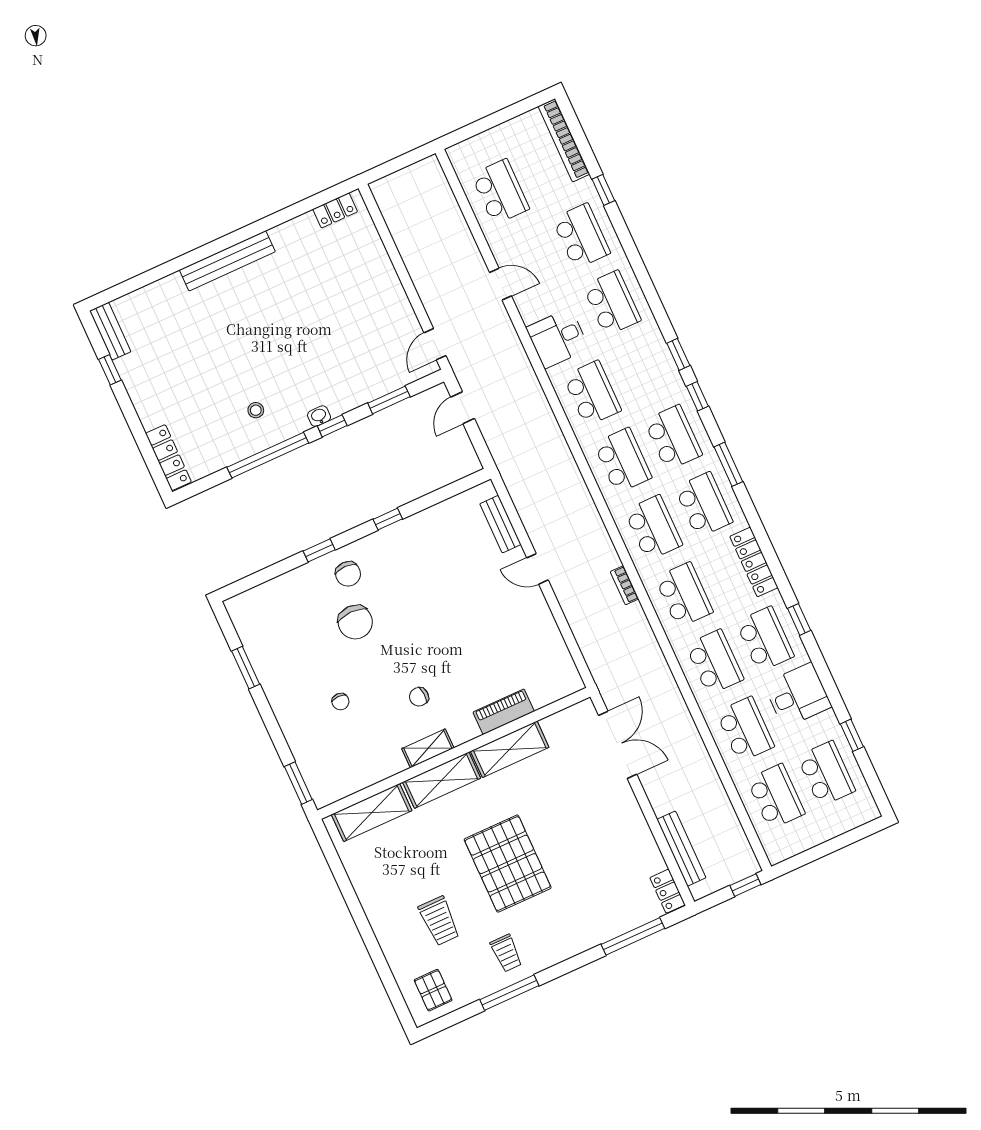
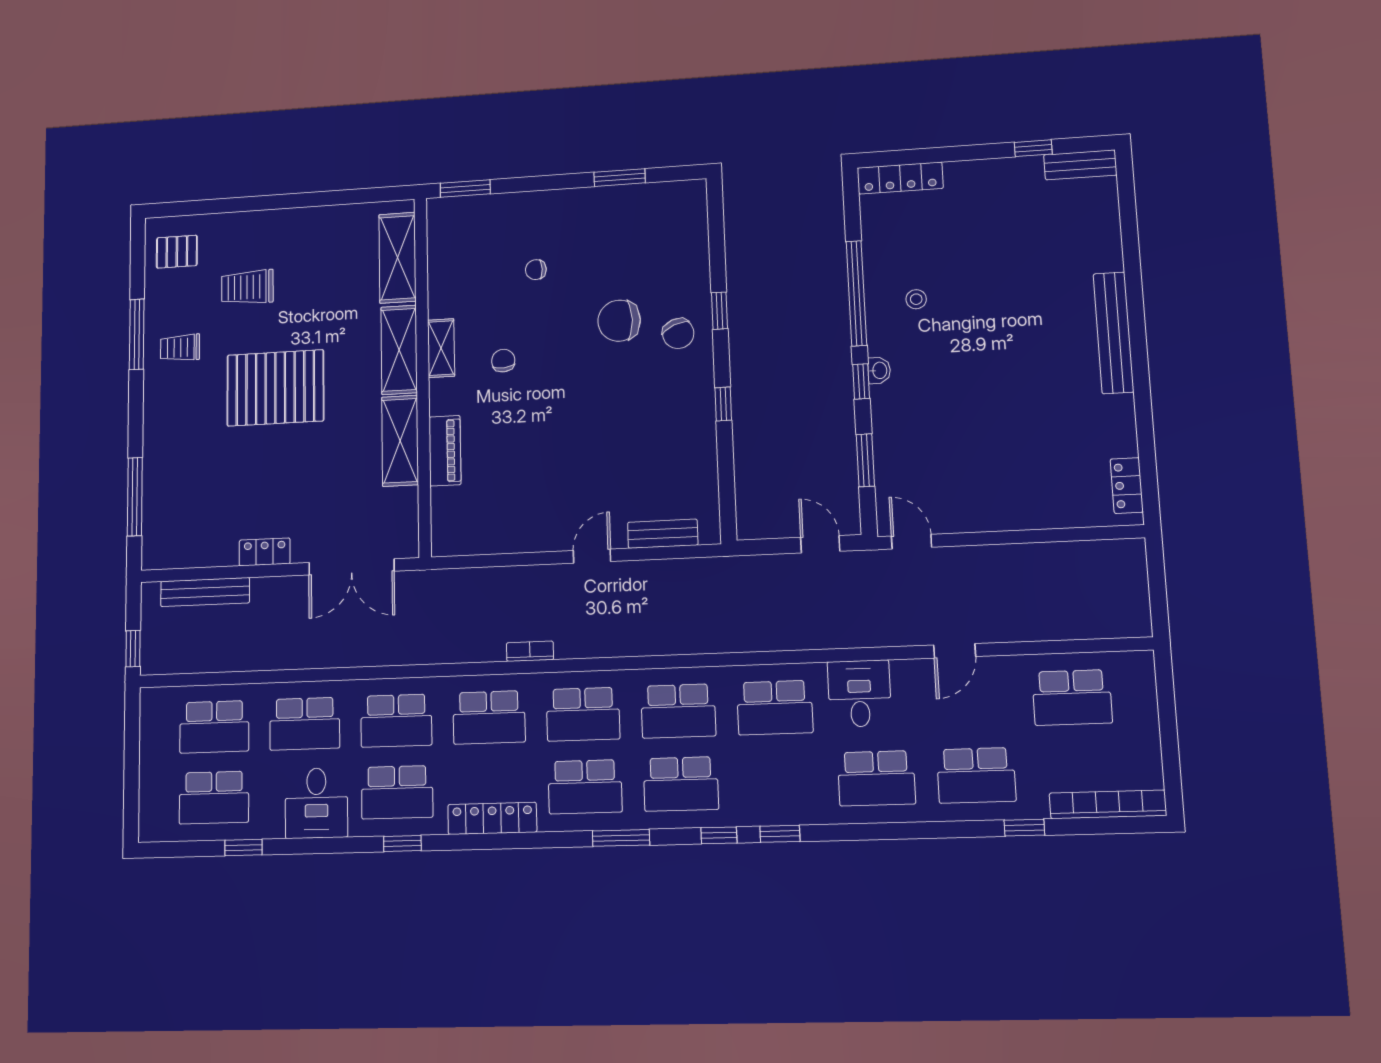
chair: (348, 574) -> (678, 334), turned -113
locker: (667, 891) -> (265, 552), moved

